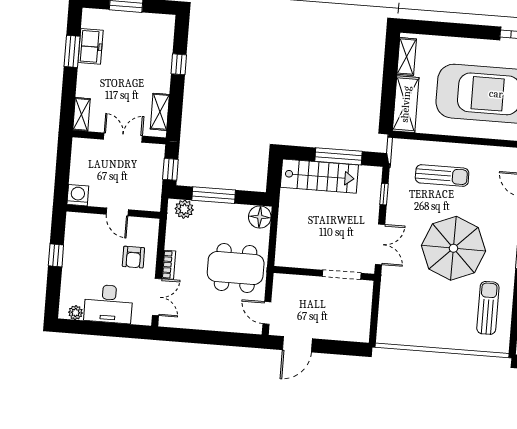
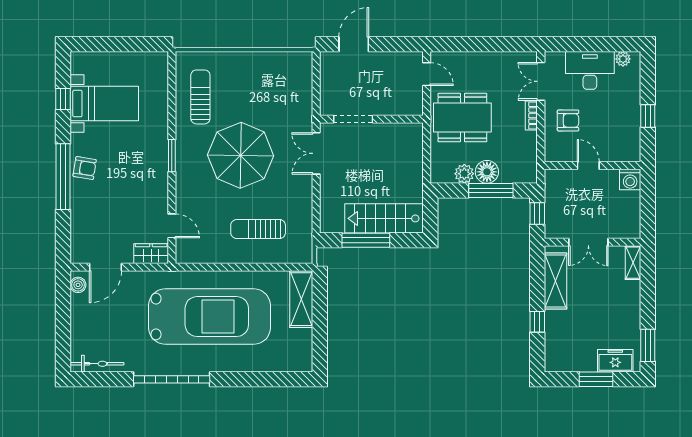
freezer: (91, 46) -> (615, 361), moved, turned 90
window: (72, 51) -> (648, 345), moved
shelving: (407, 57) -> (304, 348), removed
shelving: (160, 112) -> (555, 281), width x1.50, depth x1.33
window: (384, 194) -> (316, 205), removed
plant: (184, 209) -> (464, 174), moved
floor lamp: (260, 217) -> (487, 172), moved
armchair: (133, 257) -> (568, 120), turned 90
sun lounger: (488, 308) -> (200, 97), turned 180
door: (297, 344) -> (354, 44), moved

